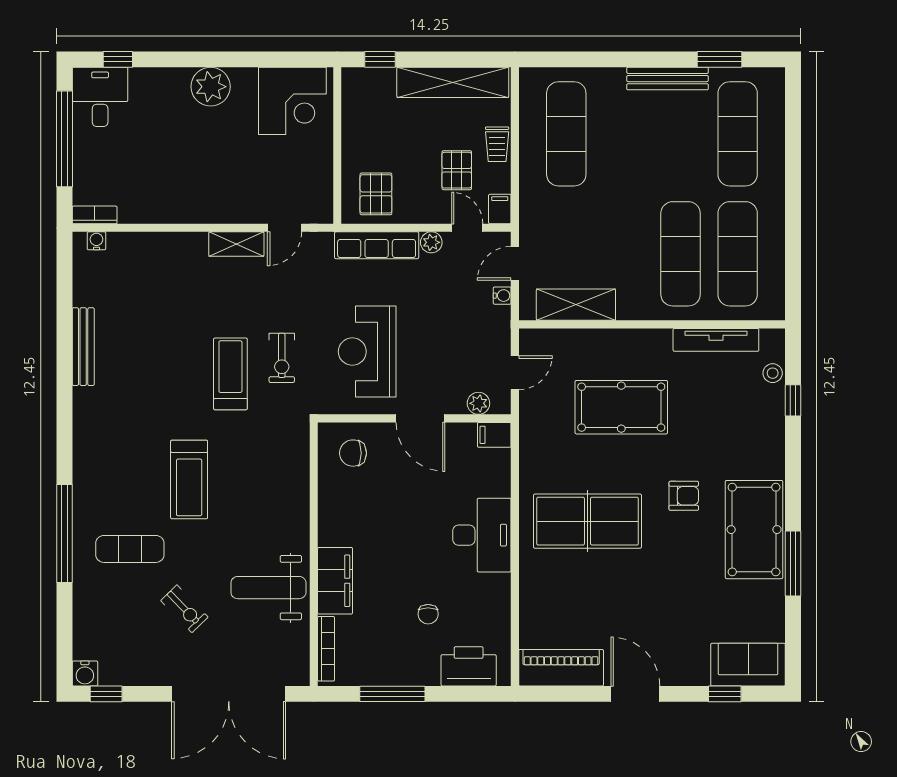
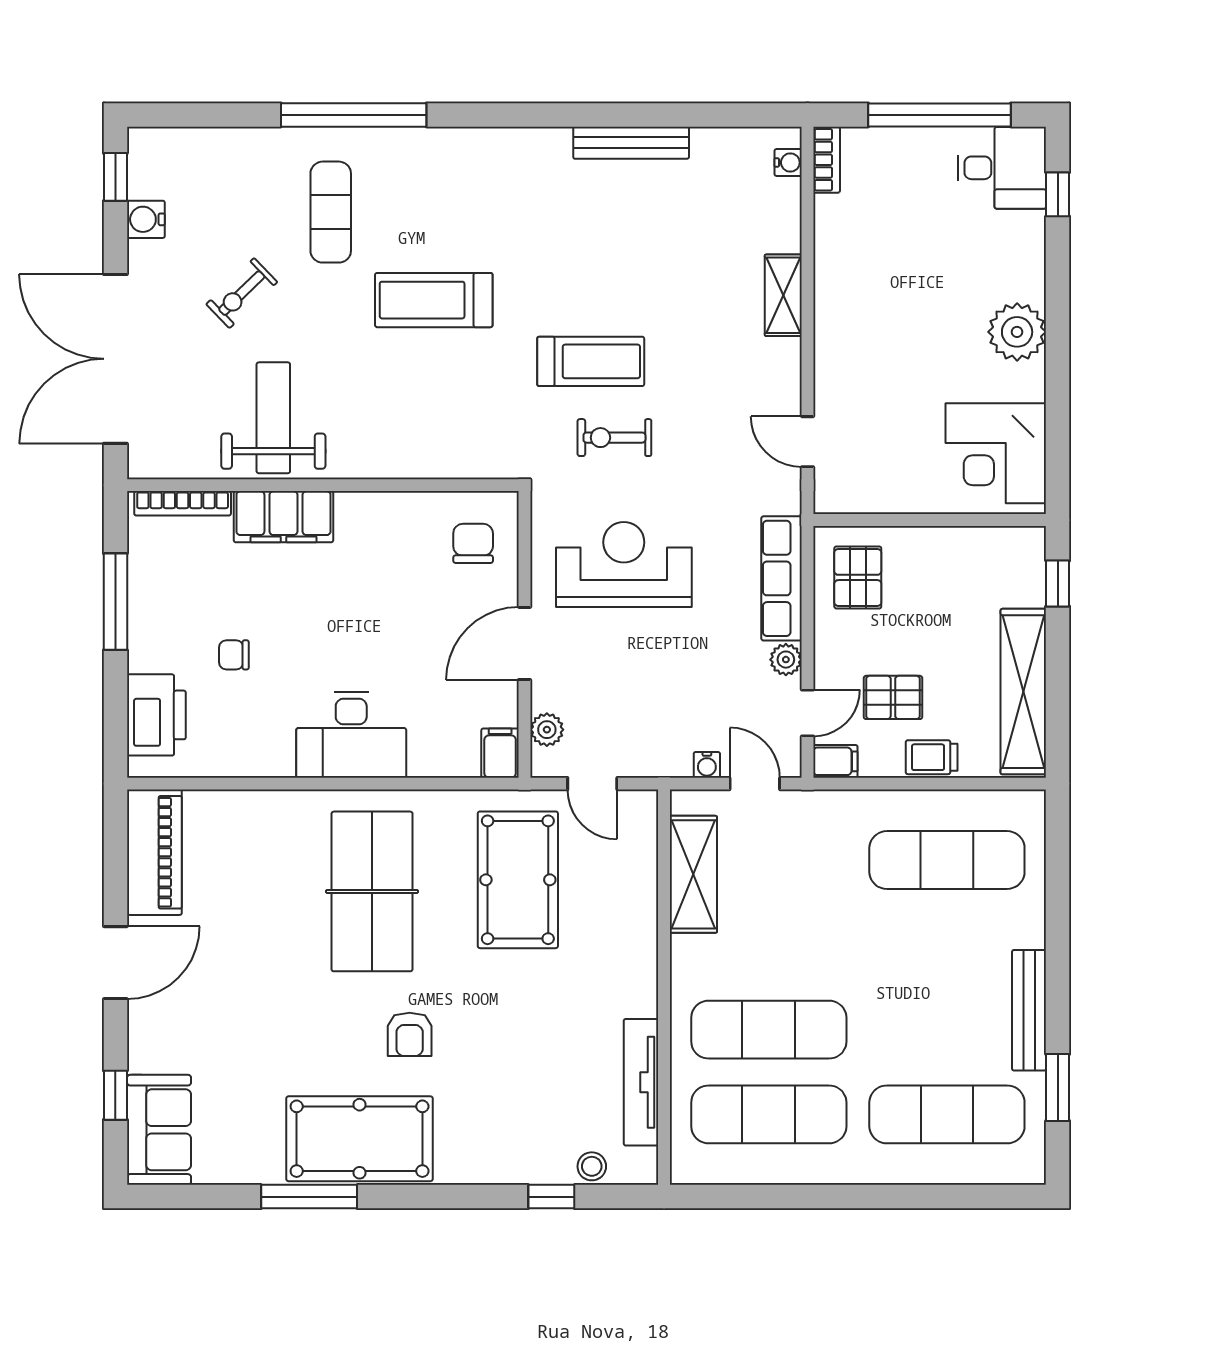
pallet: (376, 194) -> (858, 577), turned 90
shelving: (236, 244) -> (783, 295), moved
pool table: (621, 407) -> (518, 880), moved
water cooler: (85, 673) -> (146, 219), moved

